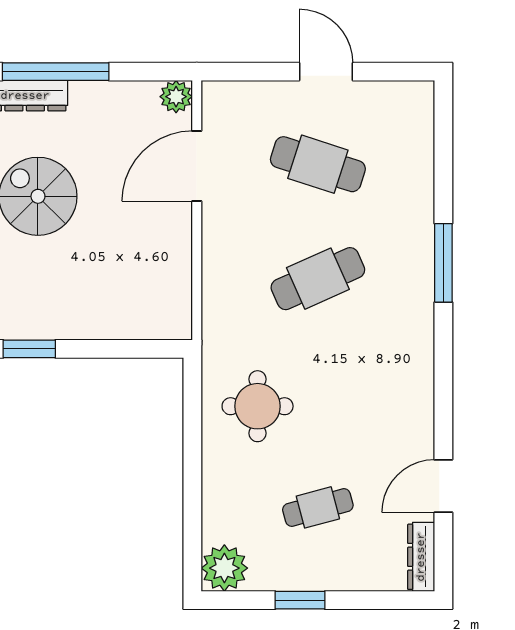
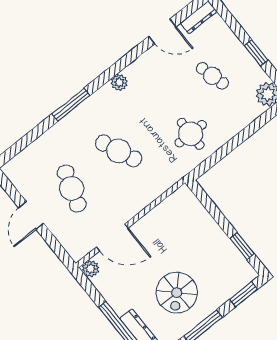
plant: (419, 361) -> (119, 83), added

